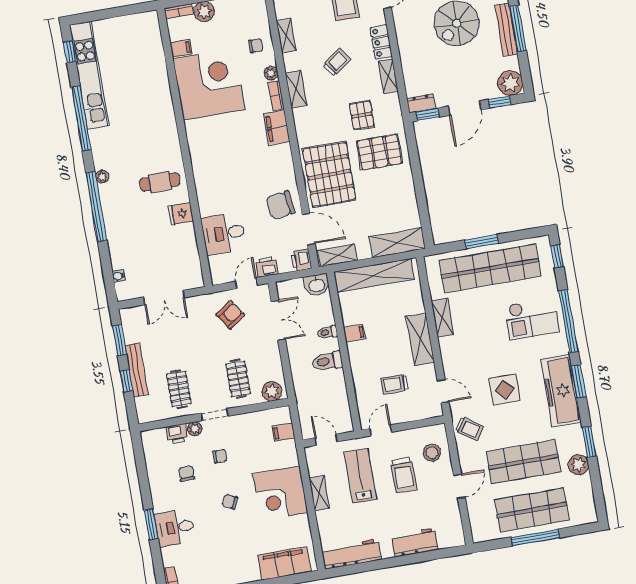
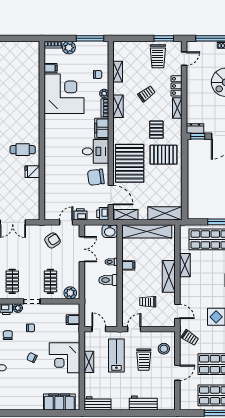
desk: (224, 233) -> (96, 151), moved, turned 180
workbench: (352, 554) -> (98, 403), width x0.73

